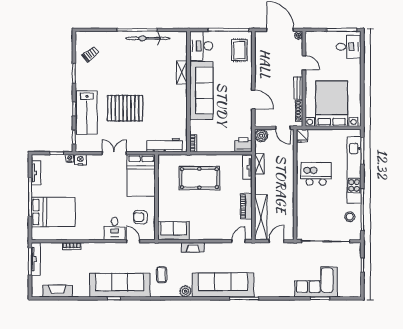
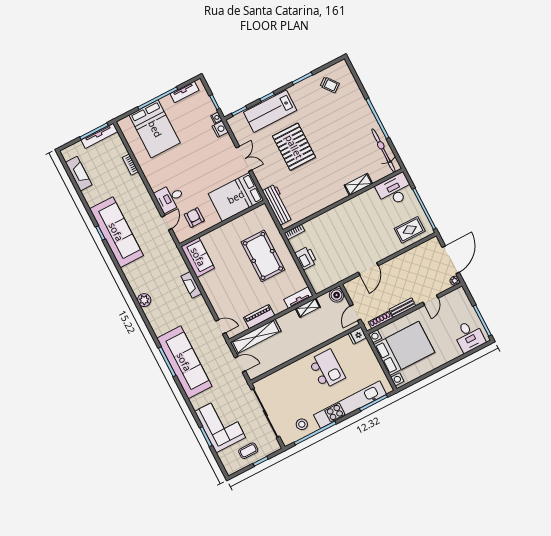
bicycle: (148, 38) -> (383, 151), moved
sofa: (201, 91) -> (350, 213), removed
printer: (243, 145) -> (306, 258), moved
coffee table: (162, 275) -> (248, 451), moved
sofa: (223, 285) -> (184, 362), moved

